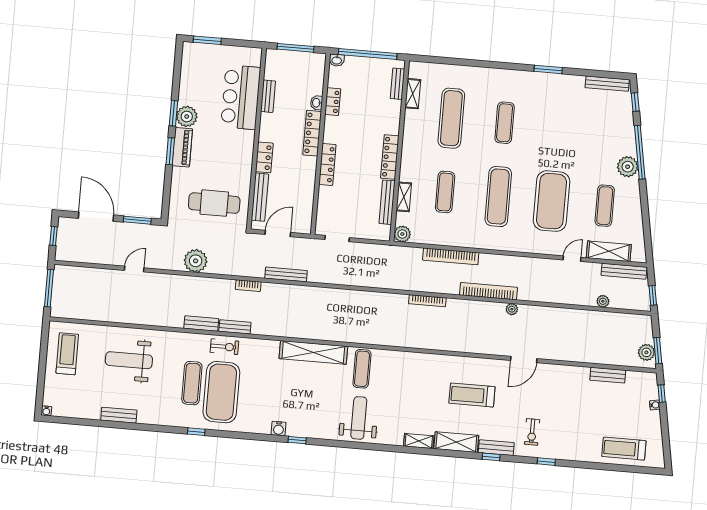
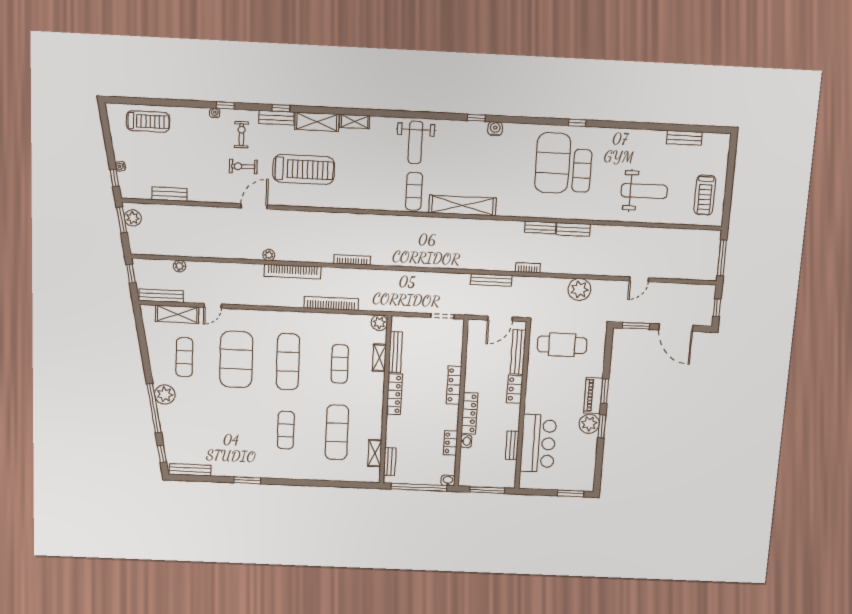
exercise bike: (224, 347) -> (243, 166), moved
treadmill: (472, 395) -> (304, 169), width x1.37, depth x1.38
water cooler: (46, 411) -> (215, 113), moved
bench: (119, 415) -> (684, 138), moved

